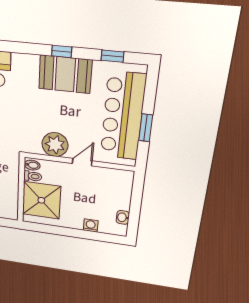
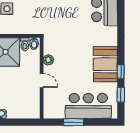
window: (62, 51) -> (121, 72), moved
bar counter: (123, 116) -> (88, 106), width x0.73
plant: (55, 145) -> (48, 60), width x0.53, depth x0.53

